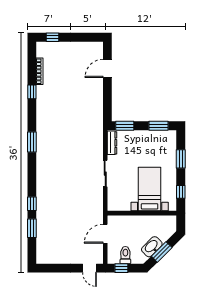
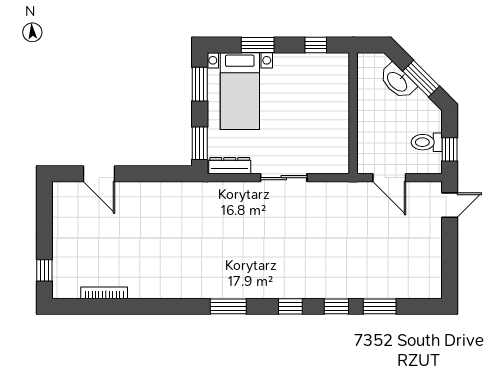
window: (32, 92) -> (290, 306), moved
bed with nightstands: (150, 189) -> (240, 91), moved, turned -90
washbasin: (152, 247) -> (398, 81), moved

